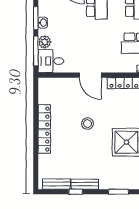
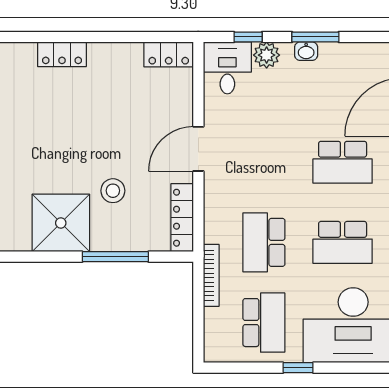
window: (36, 51) -> (248, 37), width x0.46
locker: (44, 117) -> (169, 54), moved
stool: (88, 124) -> (113, 191), moved

